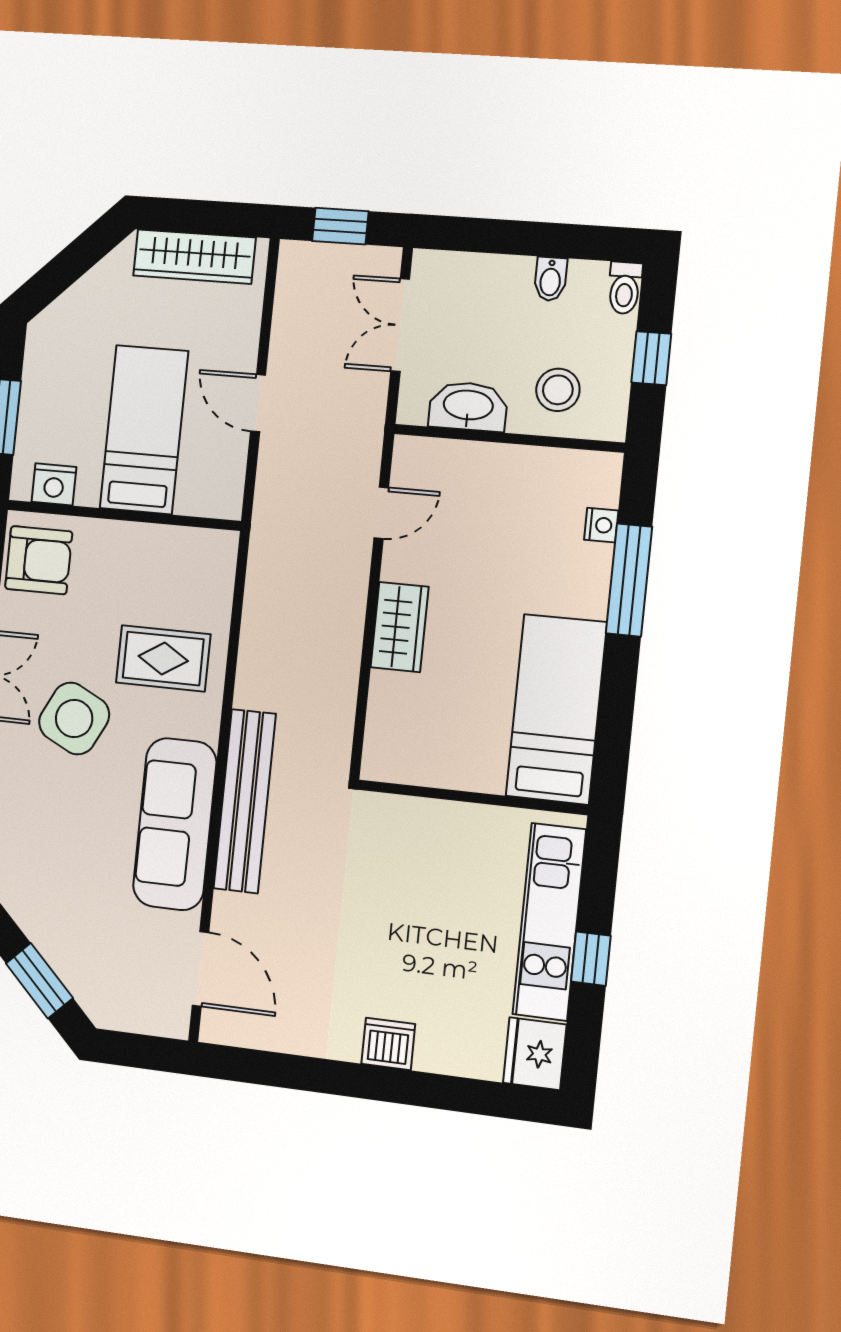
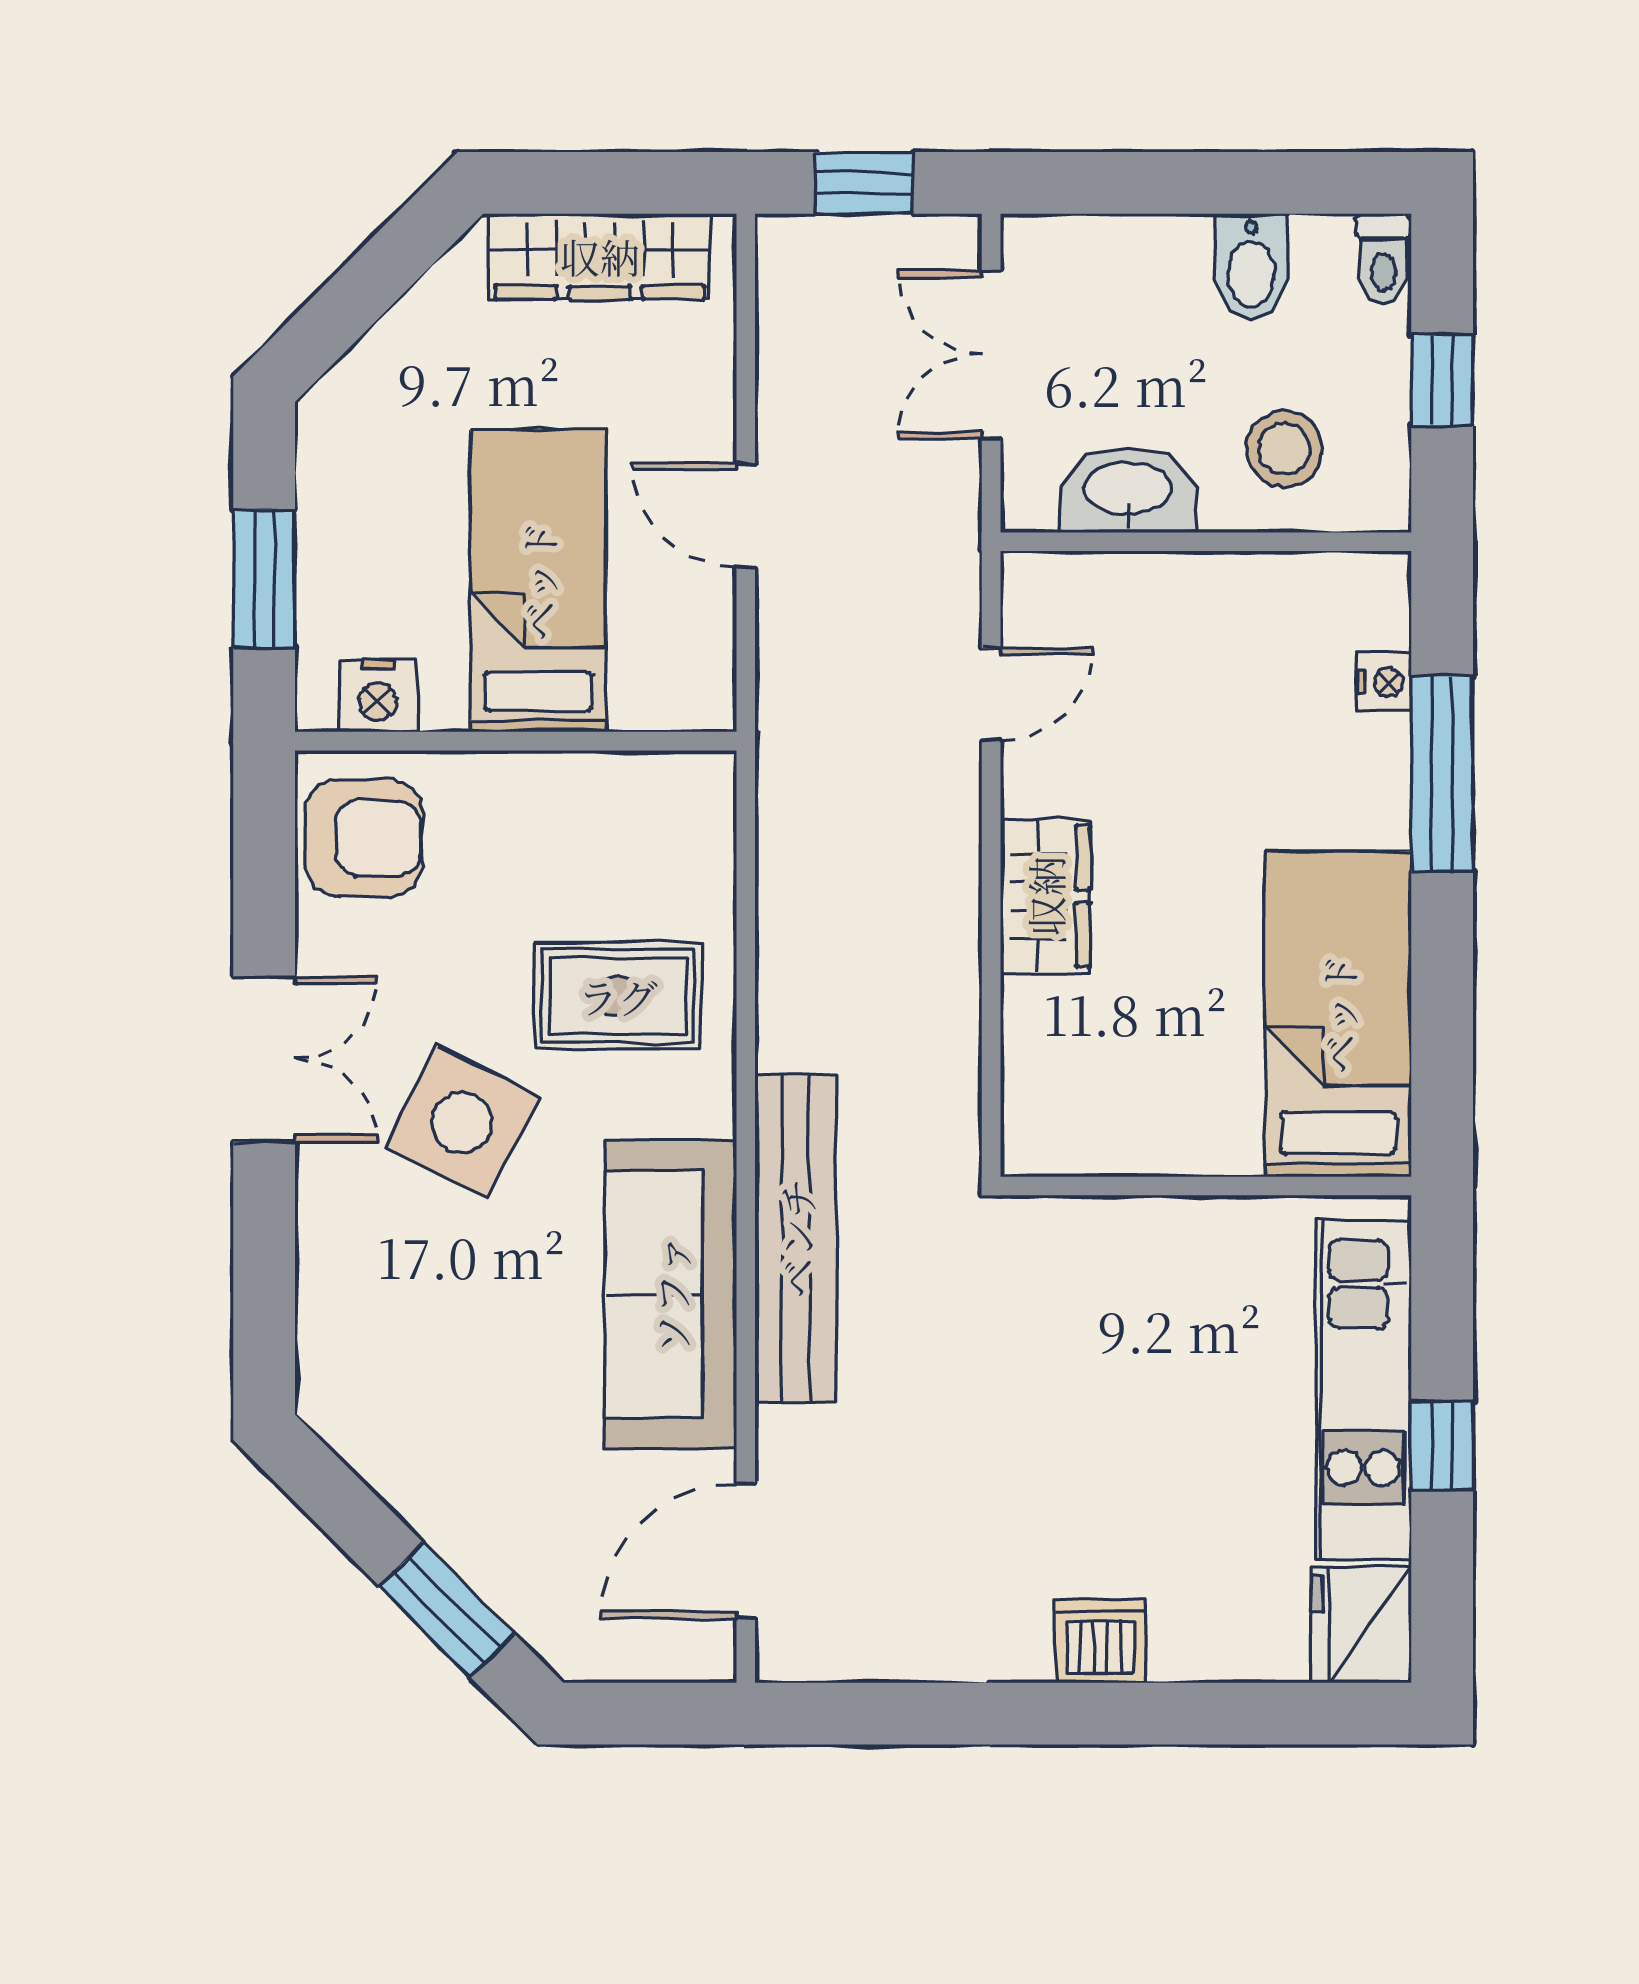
bidet: (550, 279) -> (1251, 266), width x1.38, depth x1.36
door: (200, 969) -> (746, 1551), swing flipped

